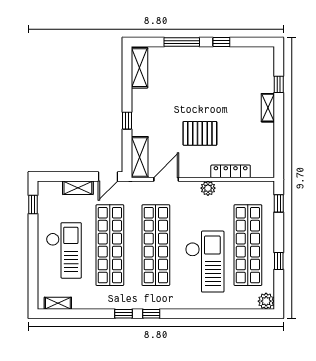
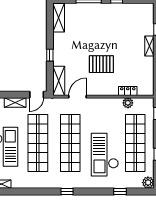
locker: (231, 171) -> (128, 91), width x0.66
plant: (208, 188) -> (128, 103), moved
checkout: (205, 262) -> (105, 155), turned 180
window: (124, 314) -> (120, 191), moved

